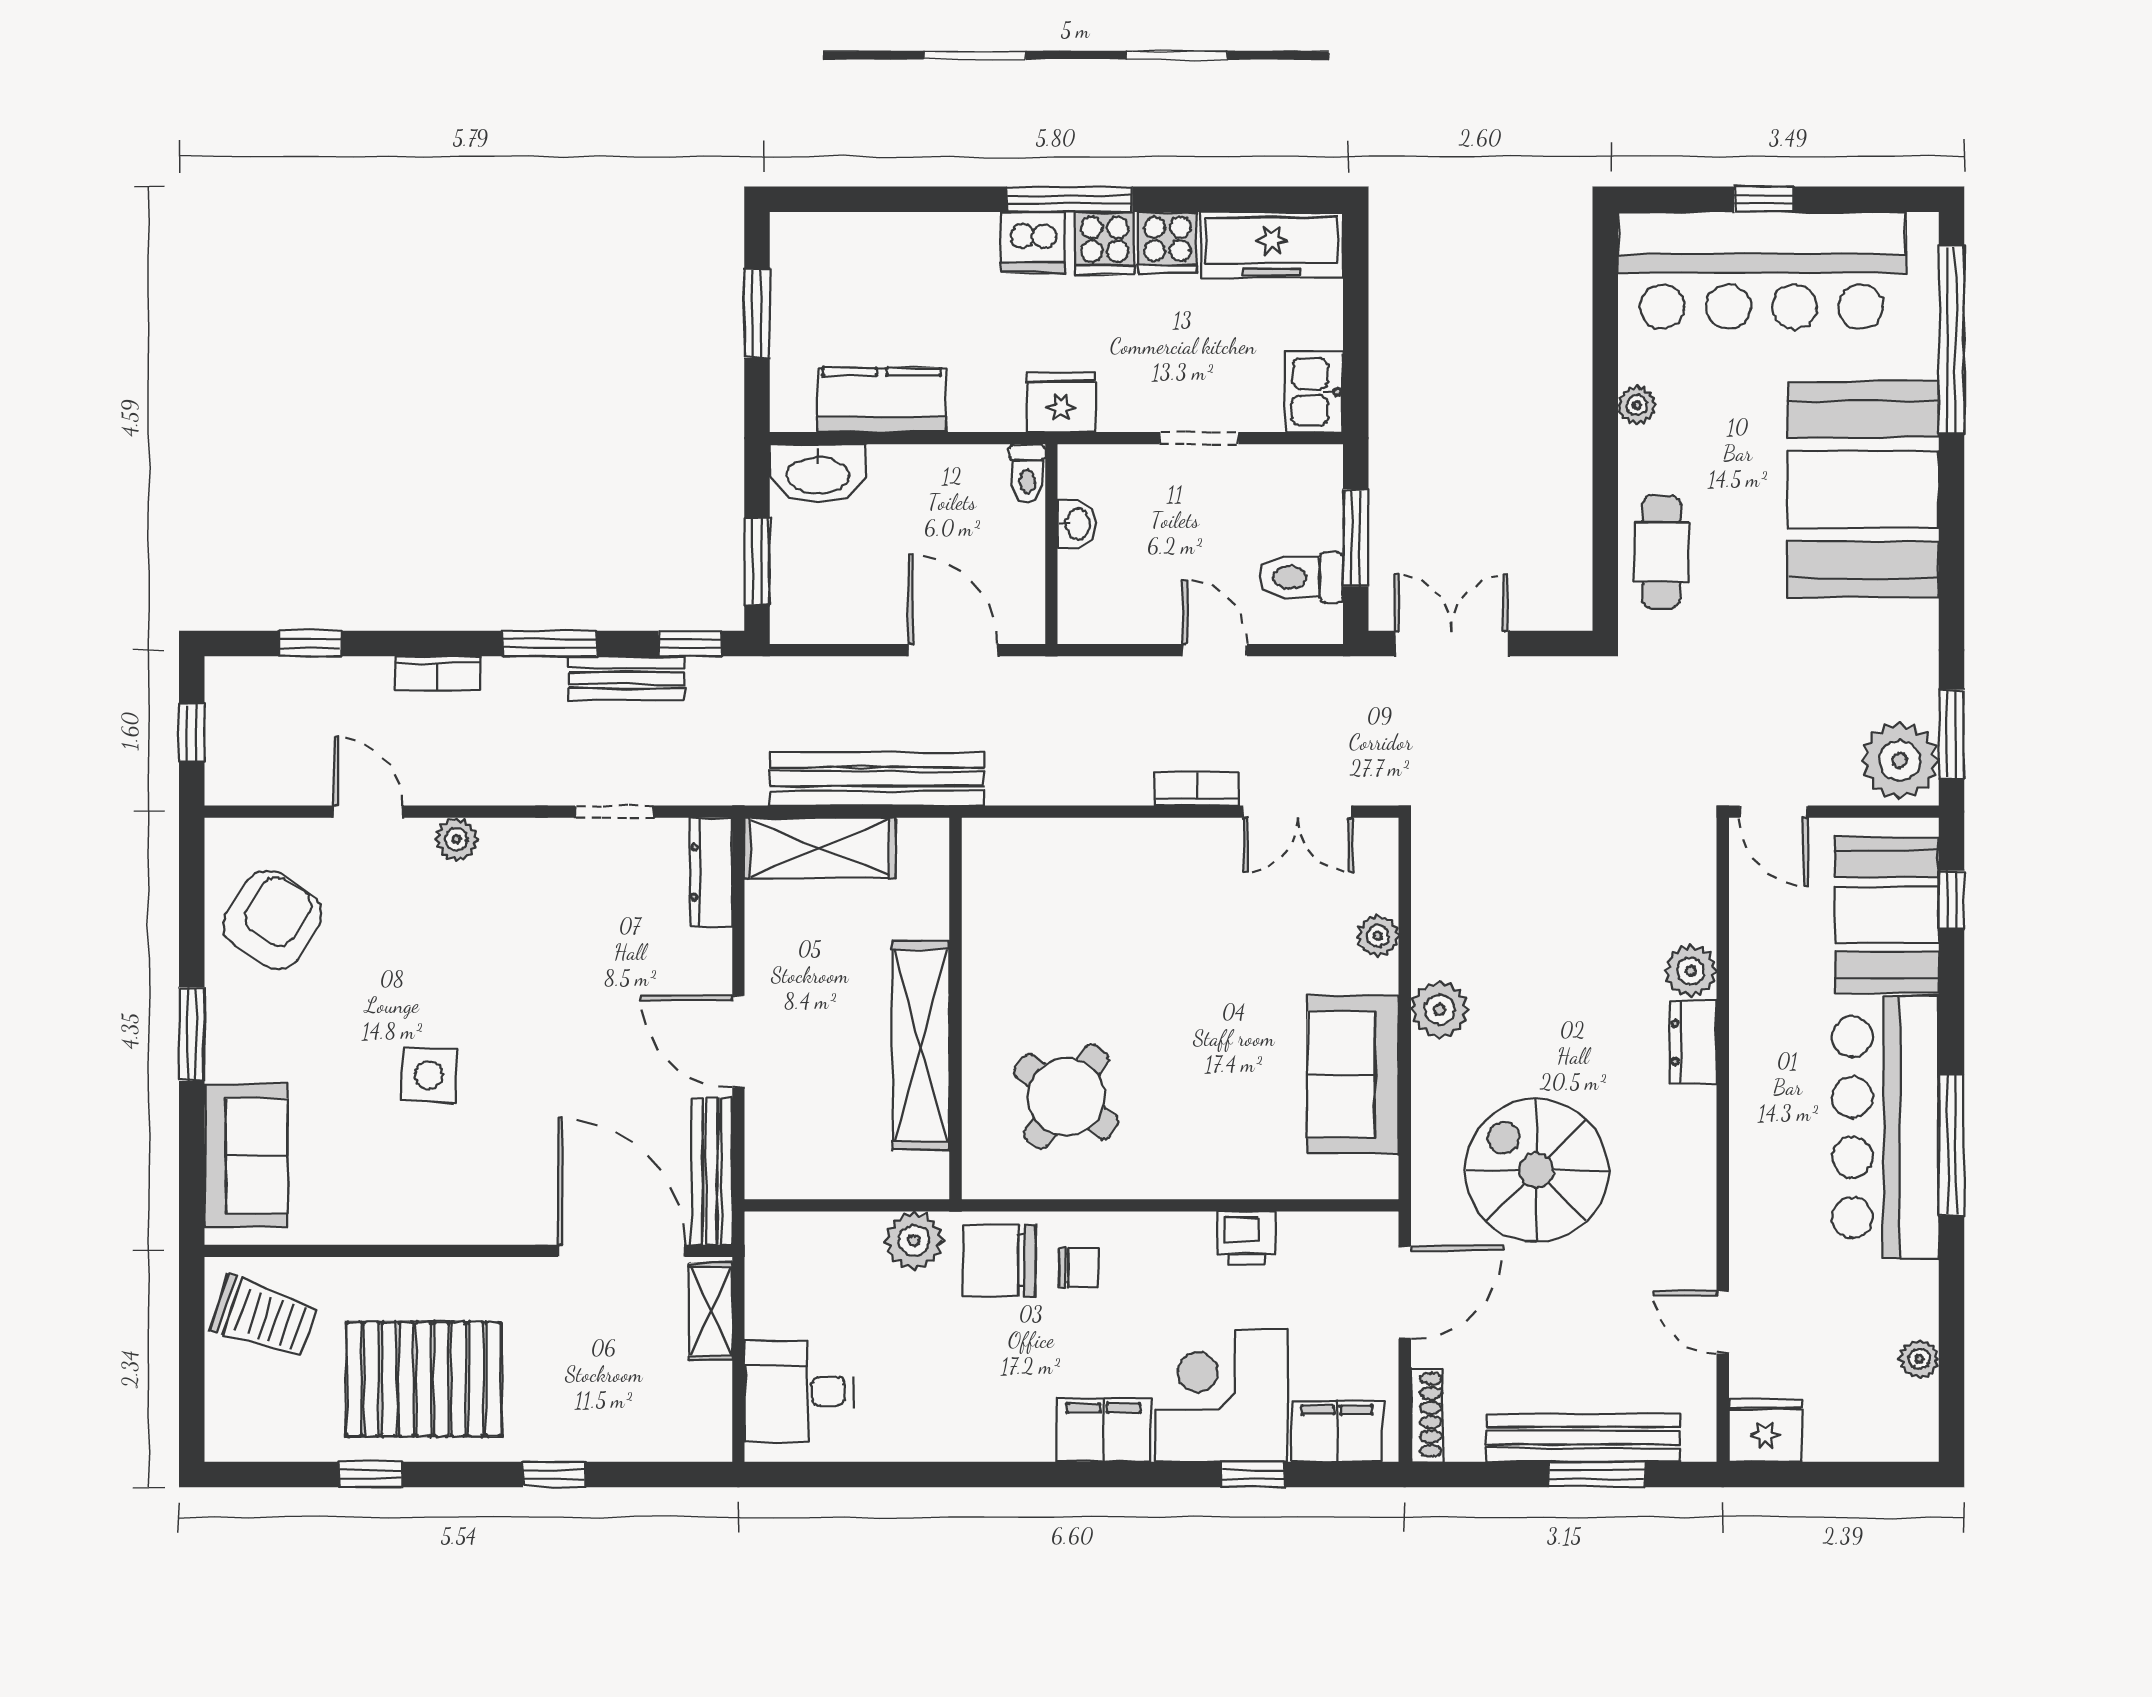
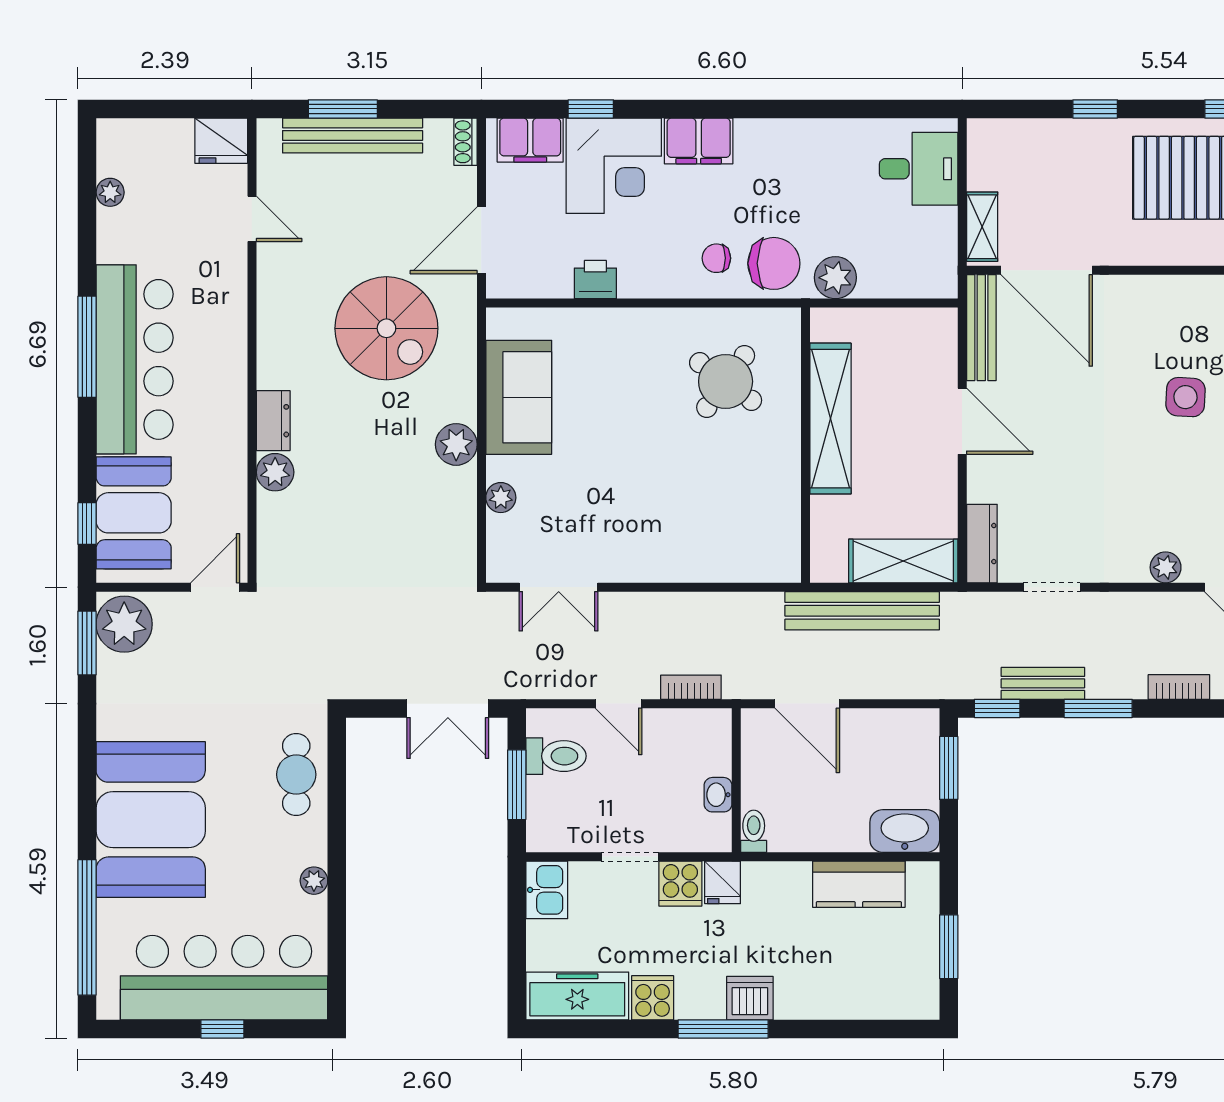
cooker: (1105, 243) -> (680, 884), moved, turned 180
fridge: (1061, 402) -> (723, 882), width x0.72
bookcase: (1196, 789) -> (691, 687), moved, turned 180
double door: (1298, 812) -> (559, 587), swing flipped
door: (1774, 812) -> (215, 587), hinge flipped
shoe rack: (1427, 1415) -> (466, 142), width x0.70

